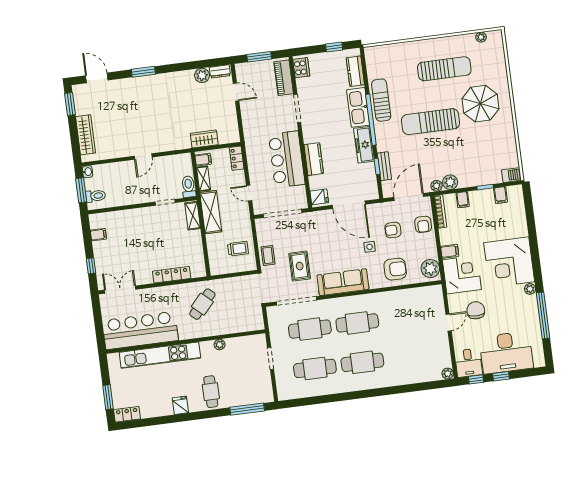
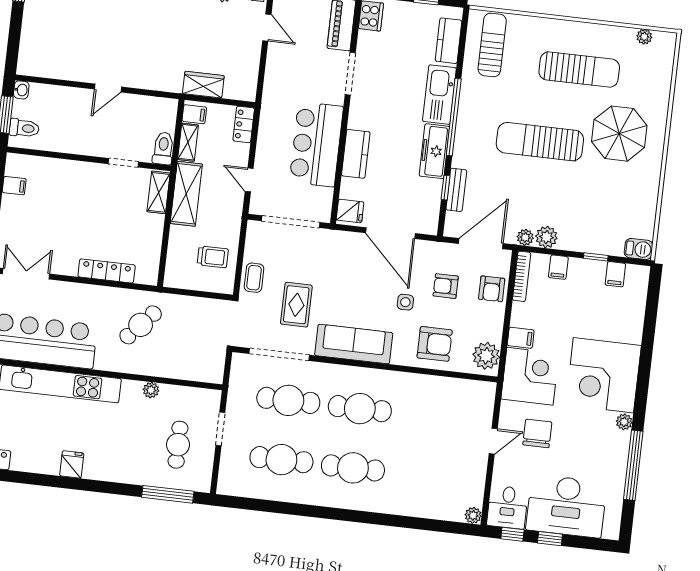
sun lounger: (381, 100) -> (492, 45), moved
wardrobe: (86, 135) -> (32, 35), removed
cafe table: (211, 392) -> (178, 445), moved

